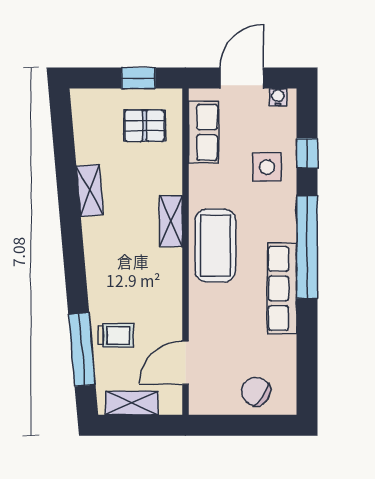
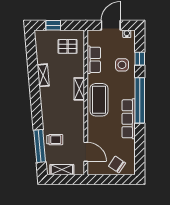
window: (138, 78) -> (53, 25), moved
row of seats: (203, 132) -> (94, 60), moved
door: (185, 363) -> (86, 152), swing flipped

